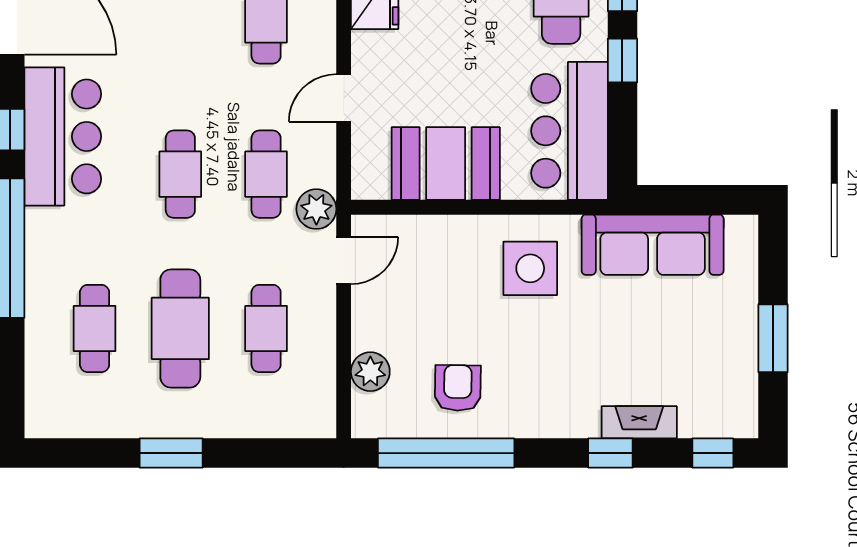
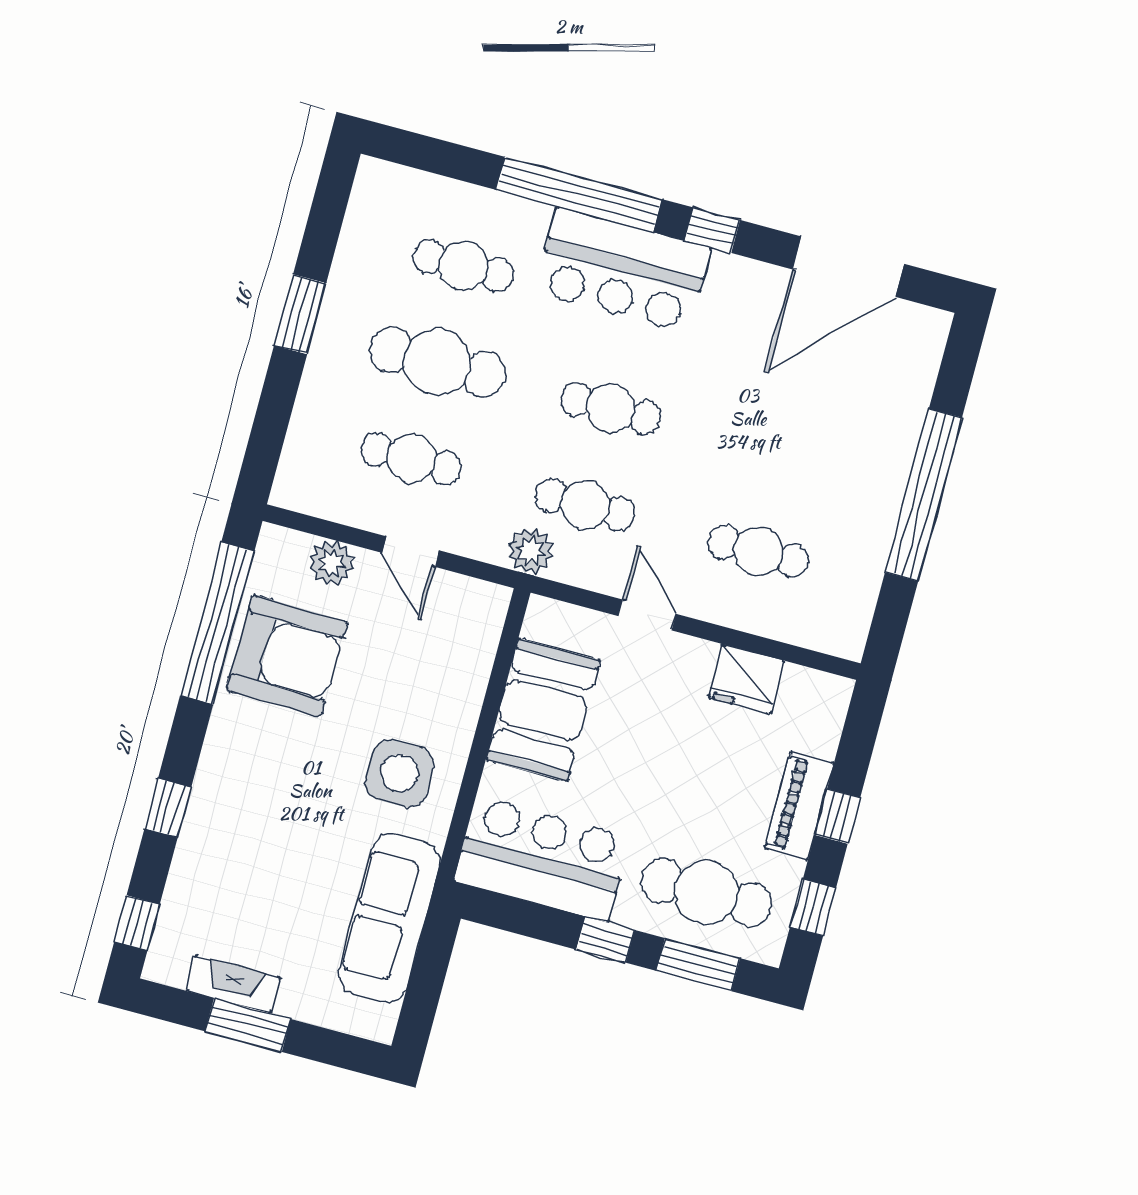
bar counter: (63, 136) -> (622, 270), moved
door: (344, 261) -> (411, 552), moved
armchair: (458, 388) -> (287, 656), width x1.88, depth x1.88
fireplace: (639, 422) -> (233, 984), moved, turned -90

